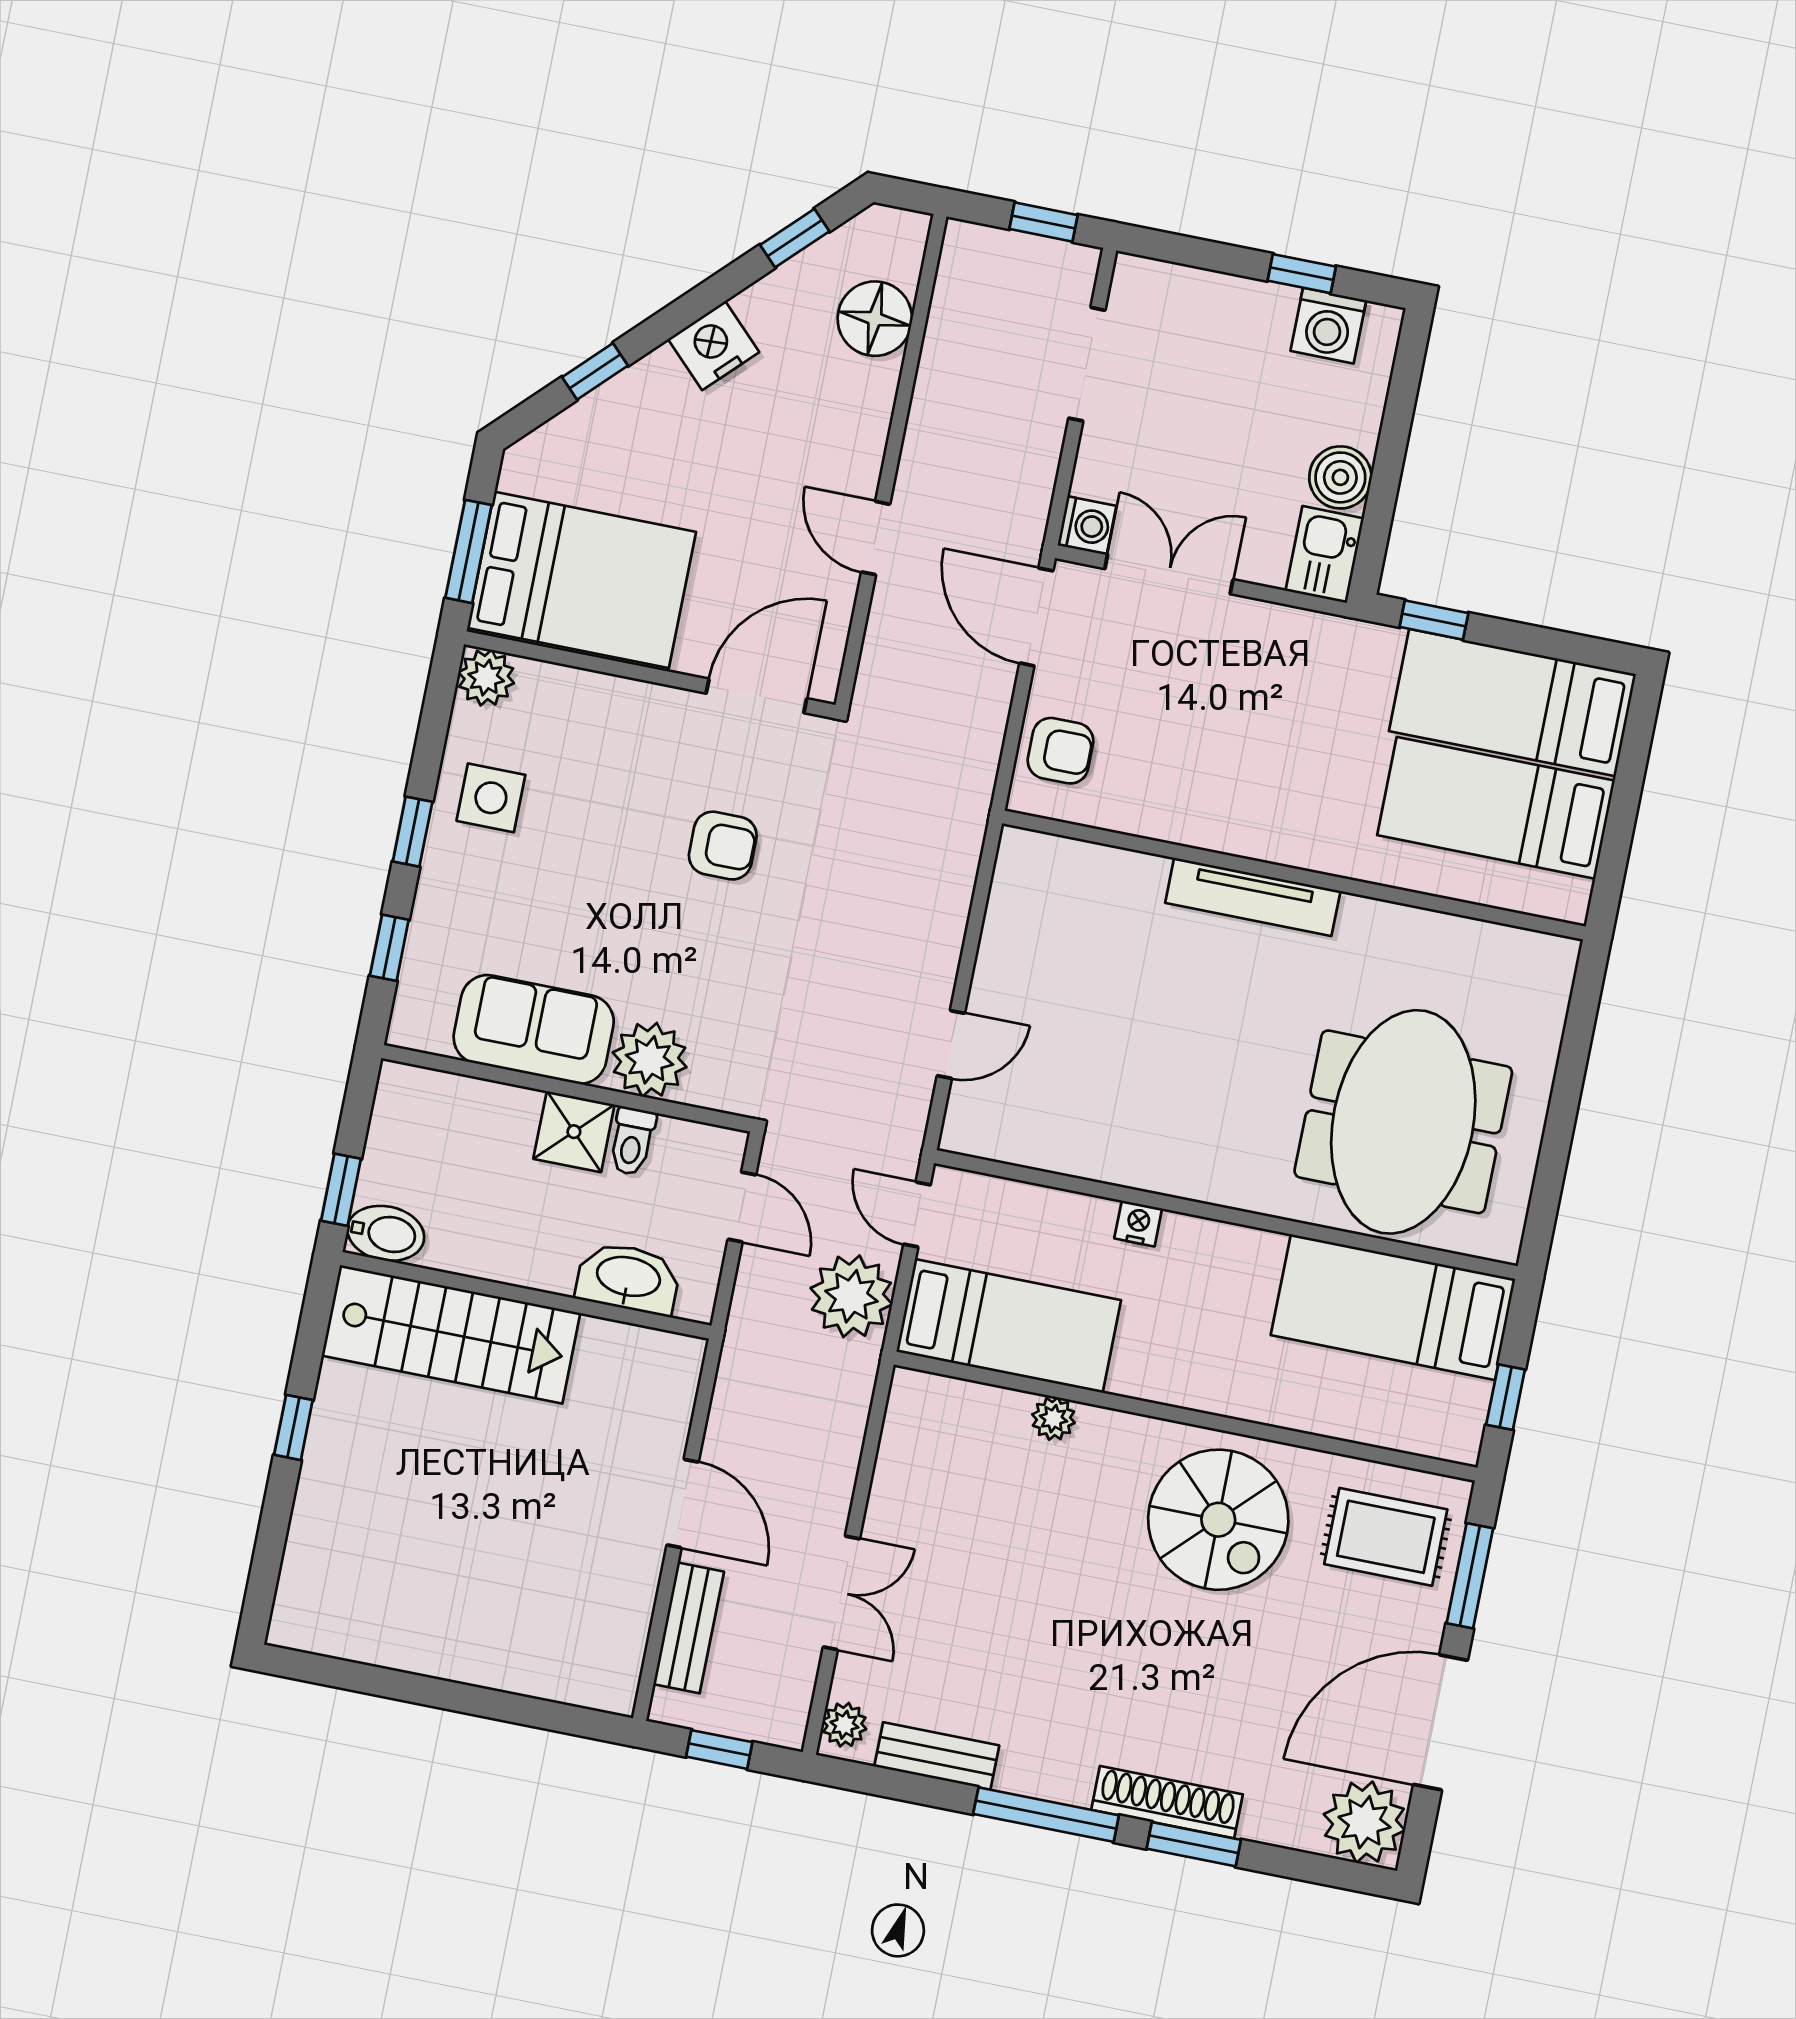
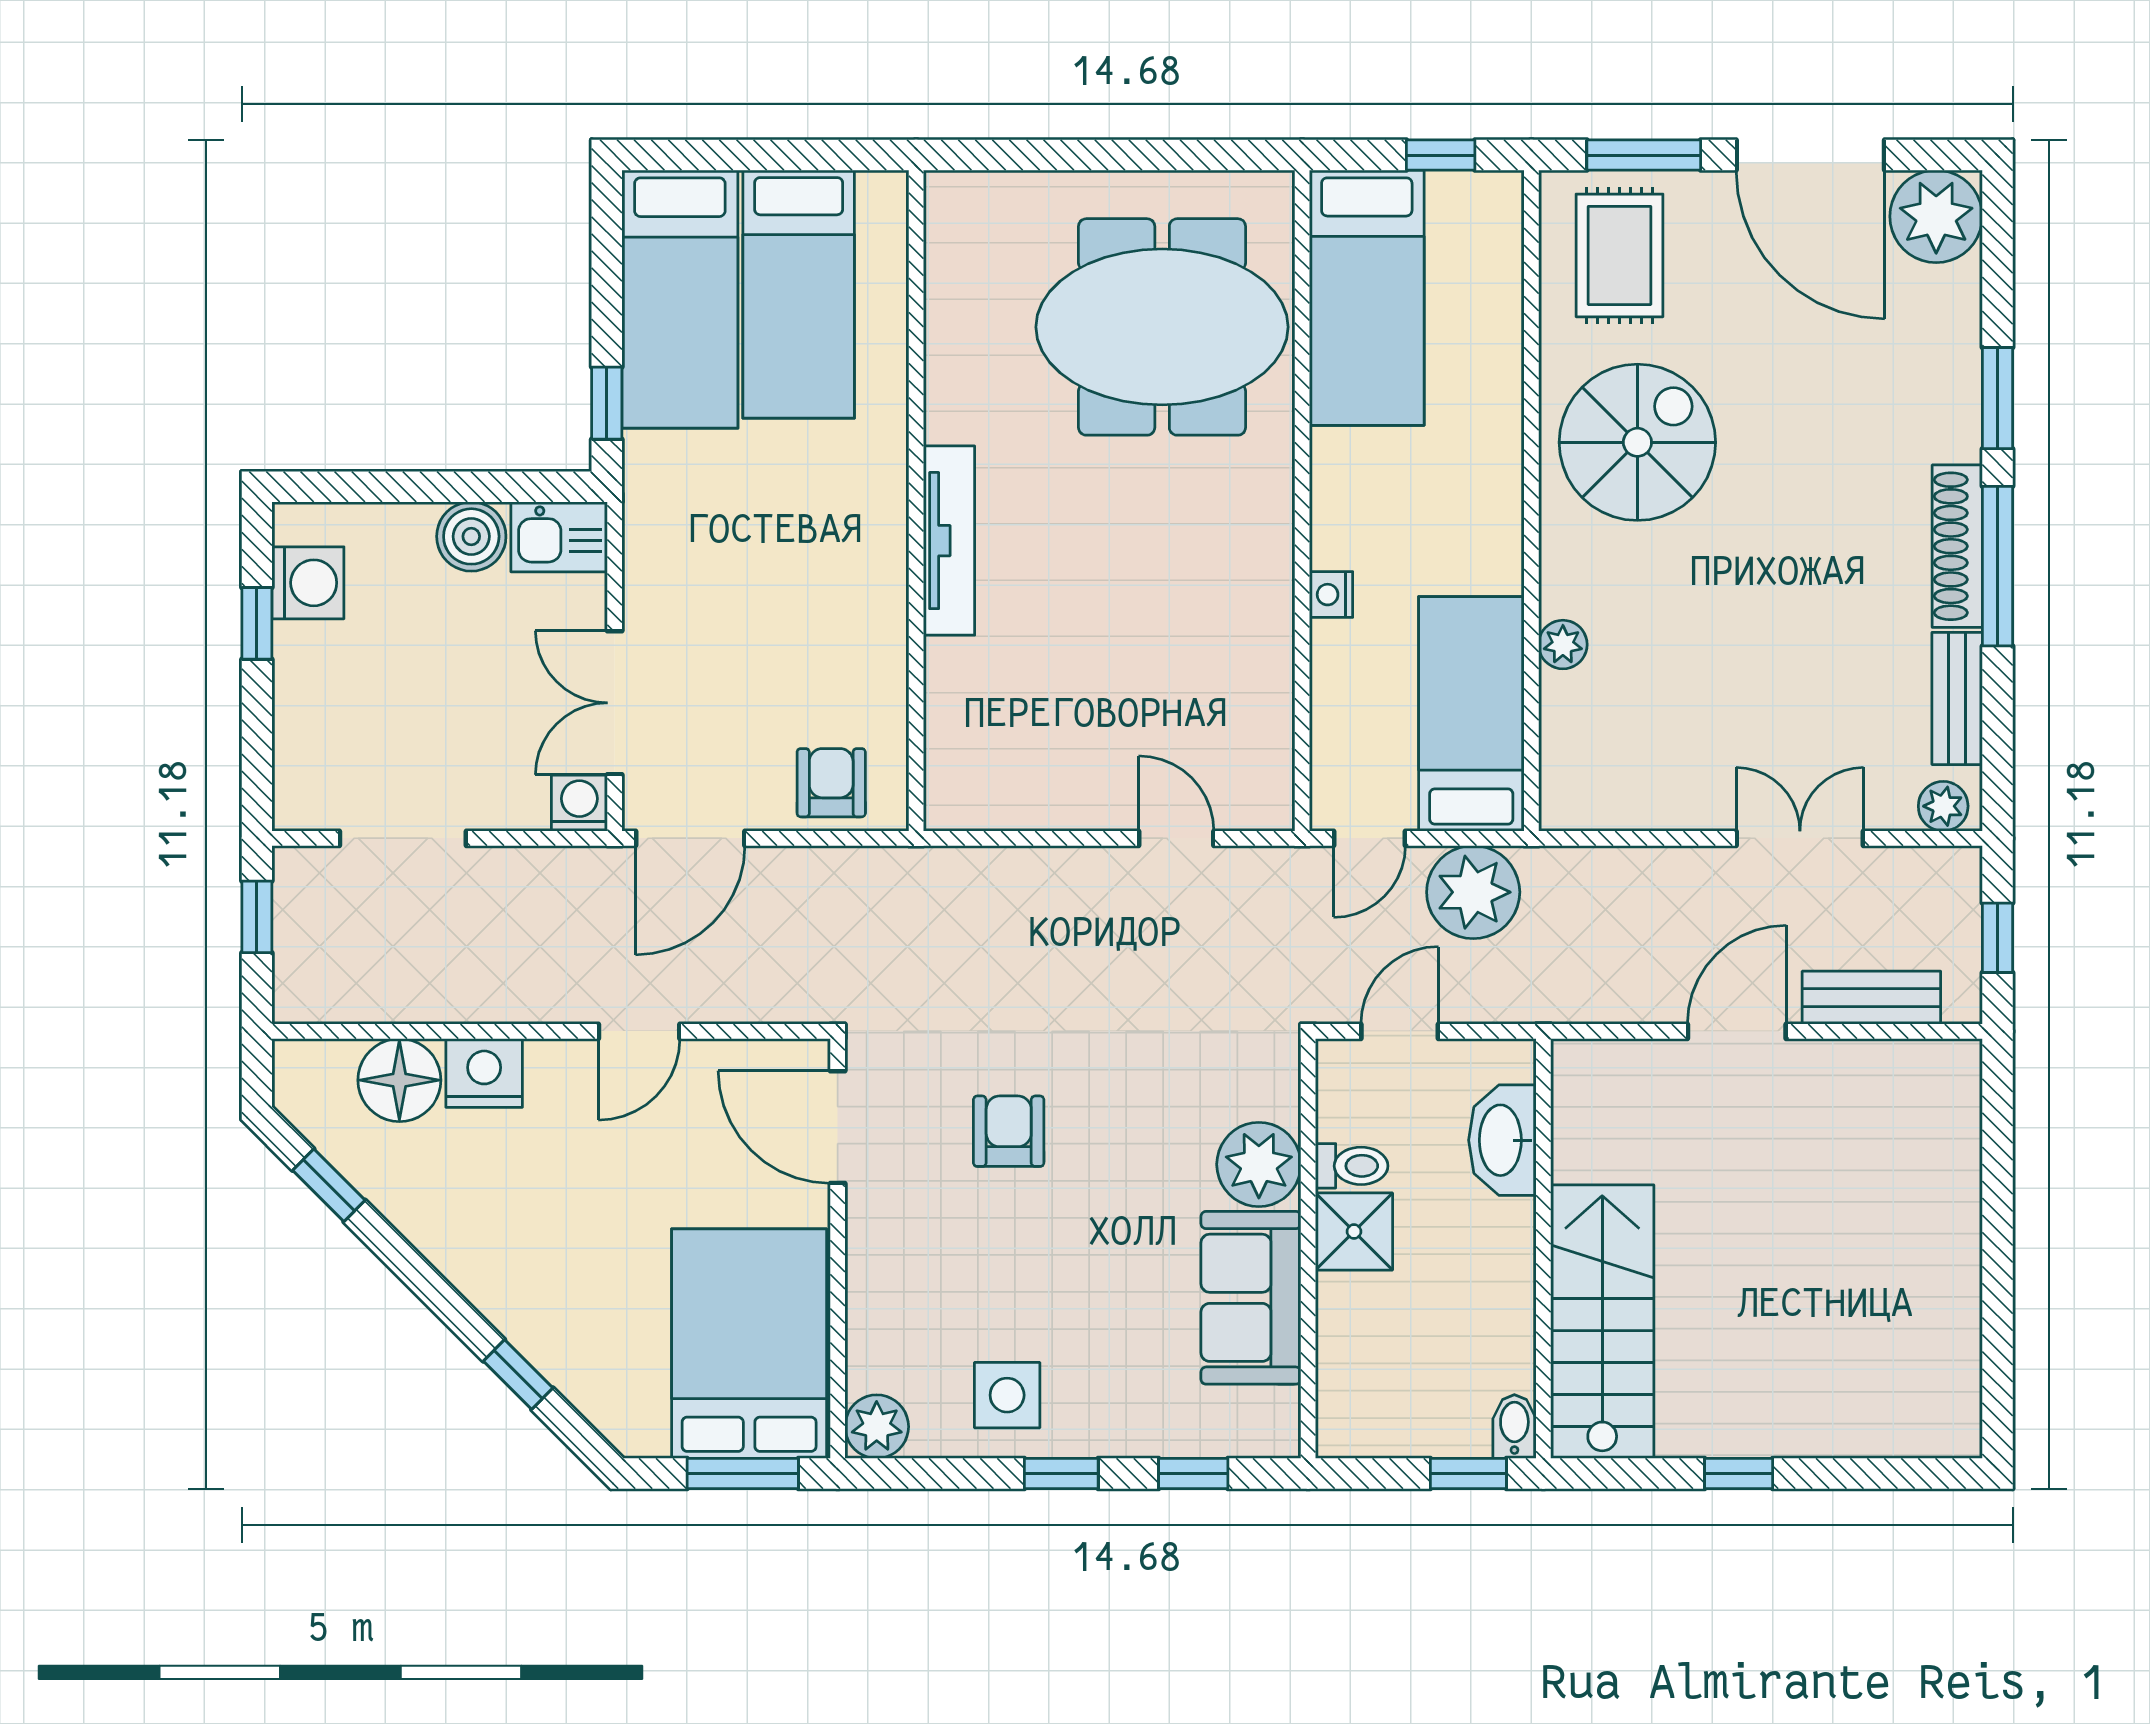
nightstand: (714, 346) -> (484, 1073), moved, turned 135
bidet: (386, 1233) -> (1514, 1426), width x0.72, depth x0.74
shoe rack: (1167, 1802) -> (1957, 546), moved

